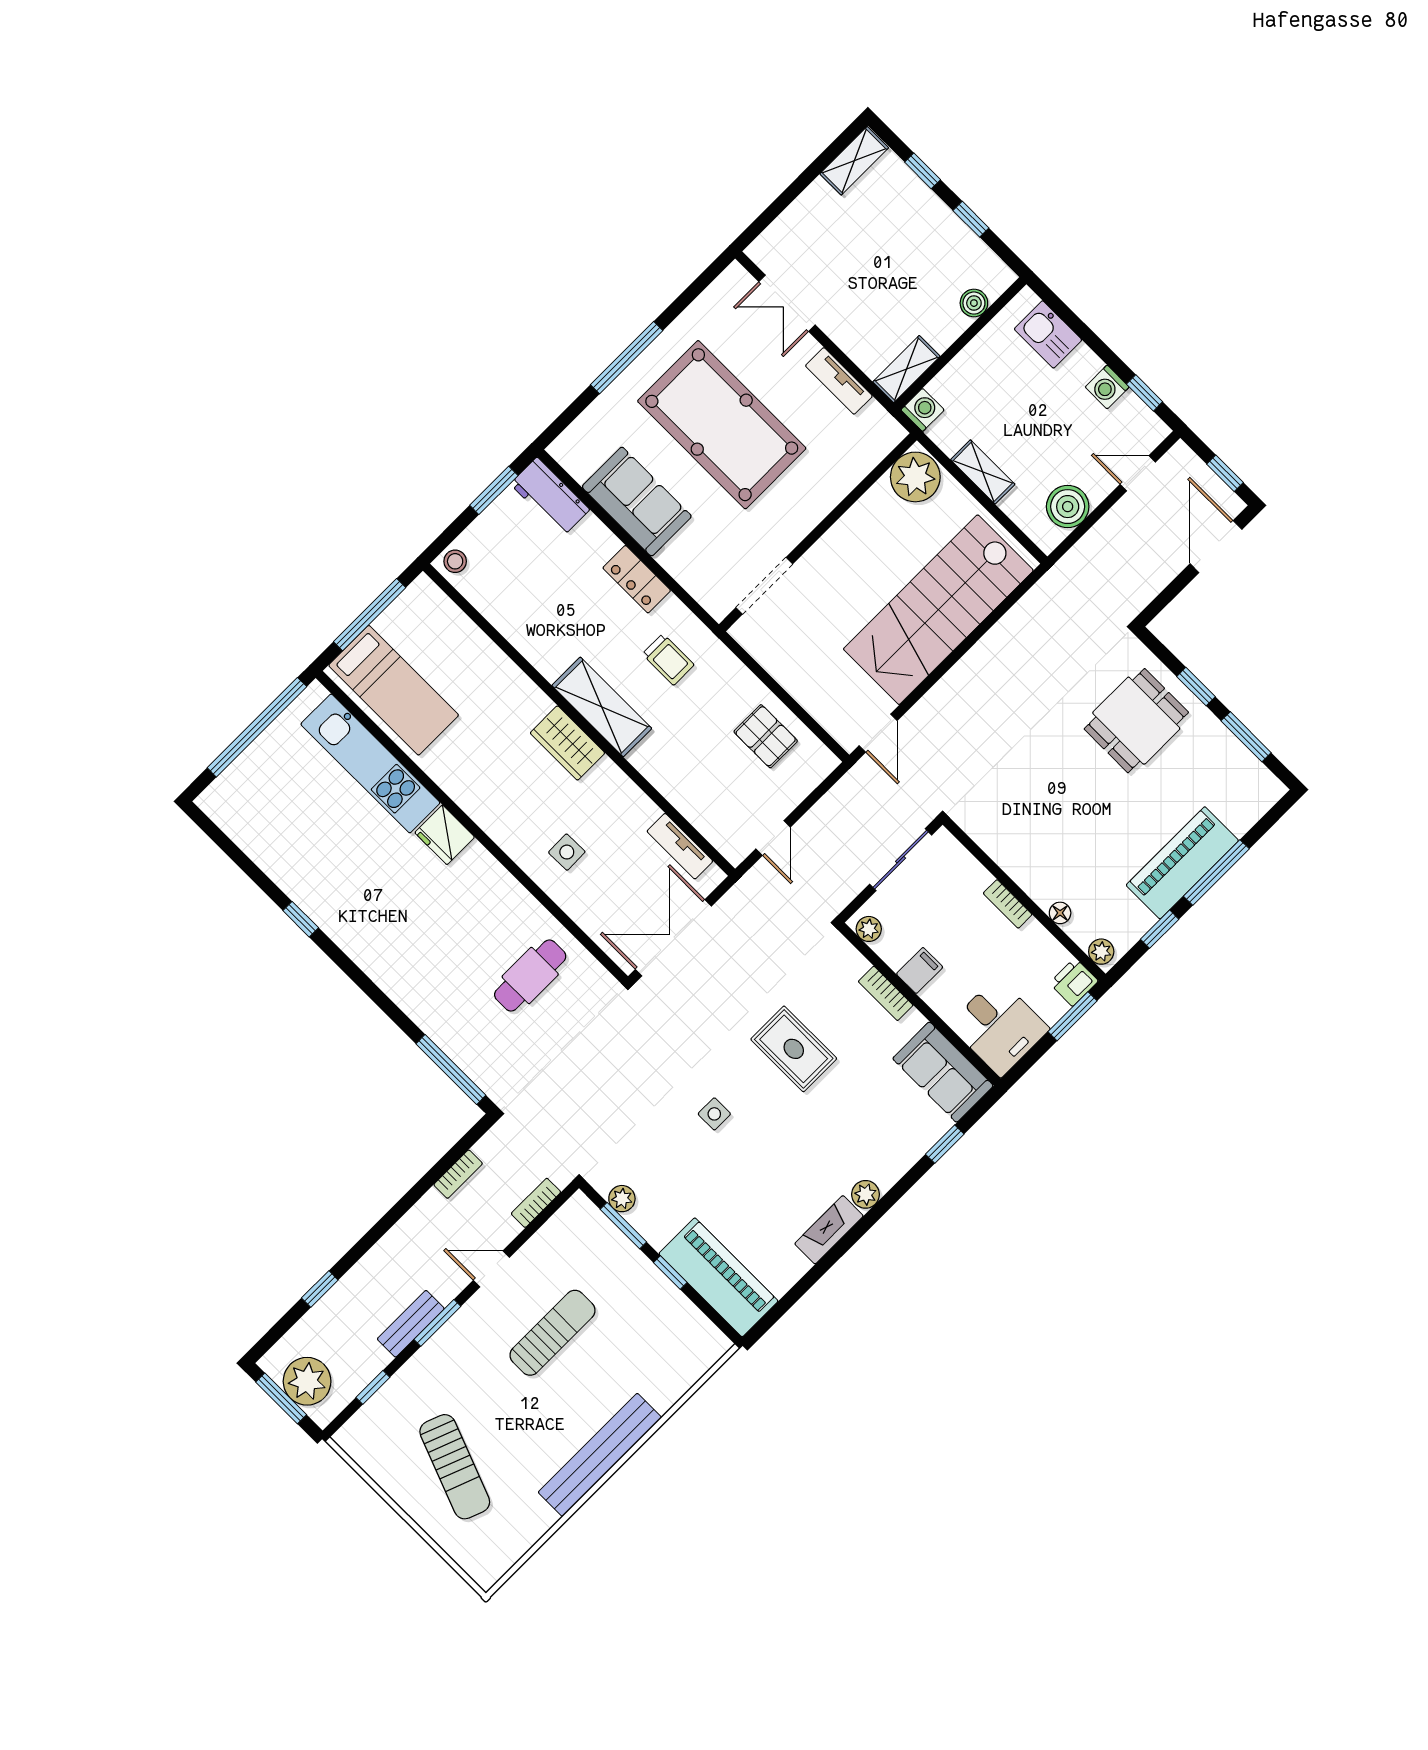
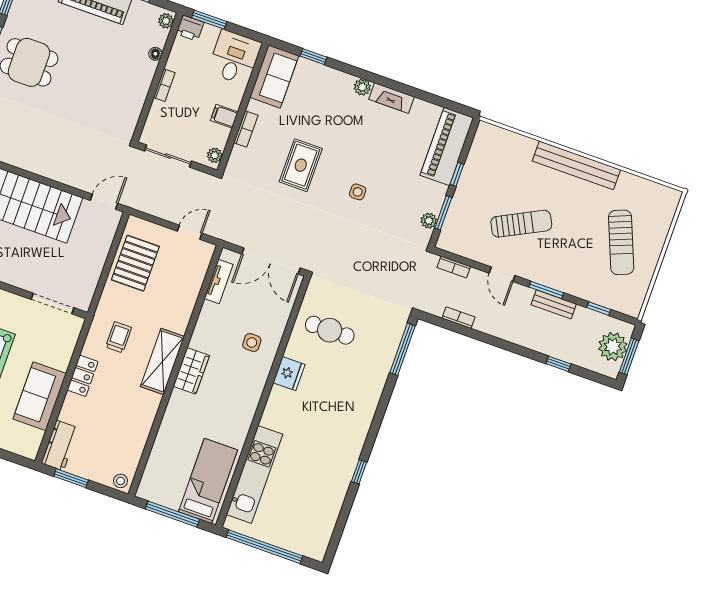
pallet: (766, 736) -> (135, 263), width x1.50, depth x1.42
fridge: (445, 835) -> (289, 374), moved
sun lounger: (553, 1333) -> (521, 224), turned 153
sun lounger: (455, 1467) -> (621, 242), turned 137

